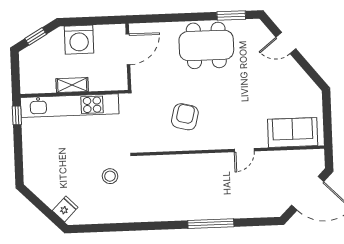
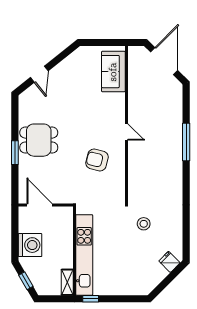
window: (231, 16) -> (15, 153), moved
dining table: (206, 45) -> (39, 140), width x0.73
shelving: (72, 85) -> (67, 282), moved
door: (244, 150) -> (127, 132), moved

